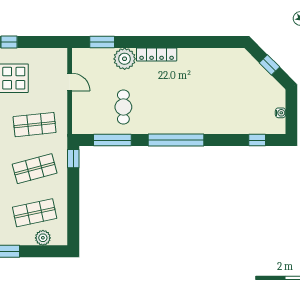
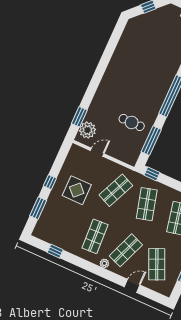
locker: (157, 54) -> (105, 83), removed
plant: (125, 59) -> (87, 130), moved
shop shelf: (35, 125) -> (116, 190), turned 30

